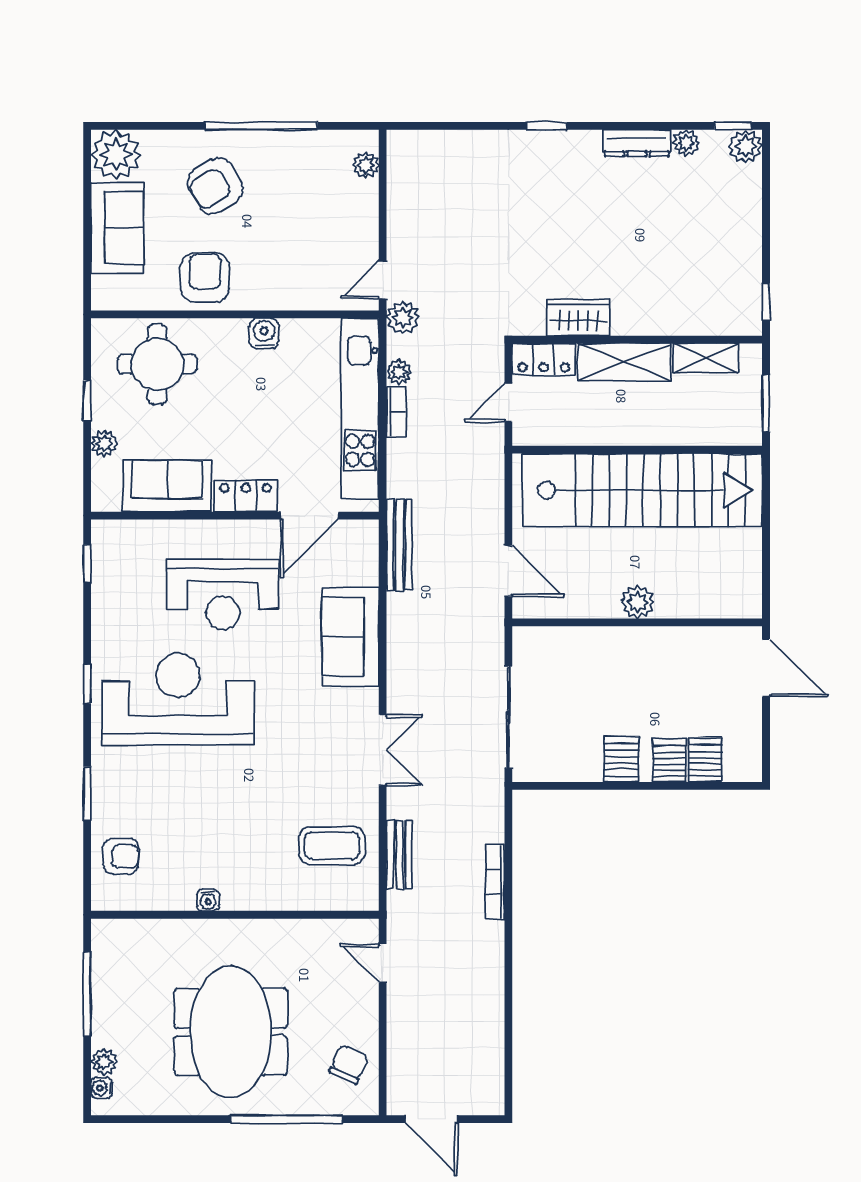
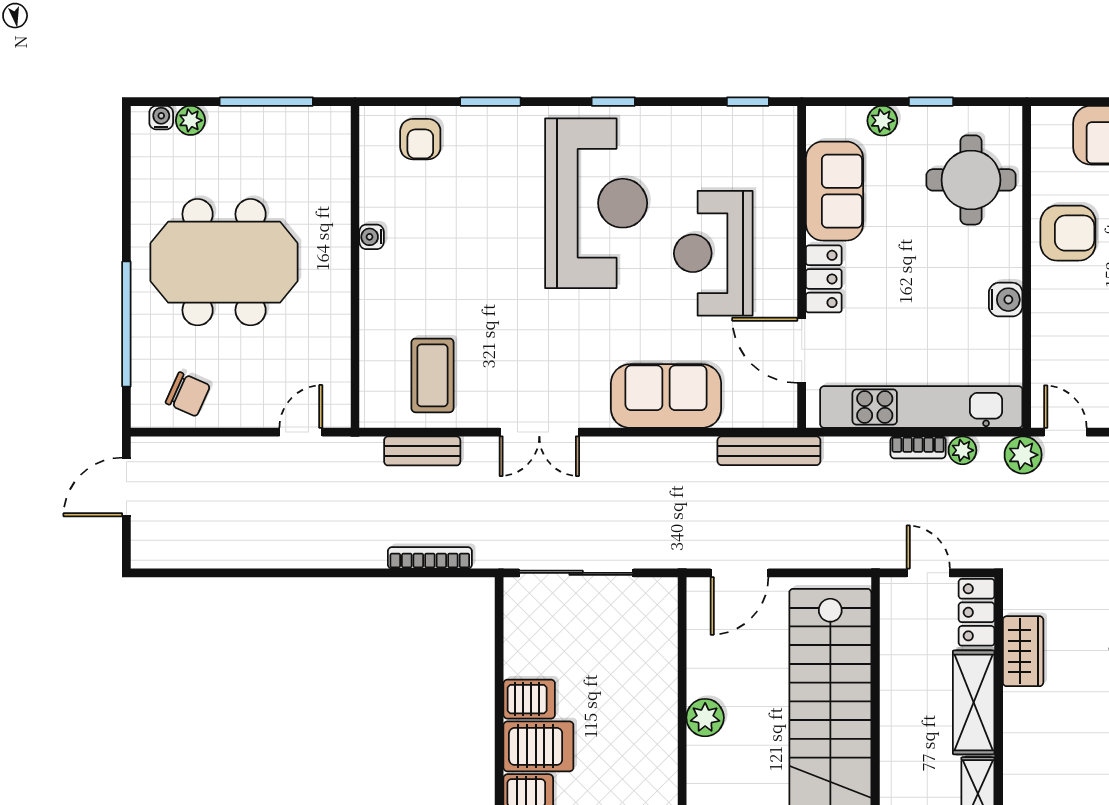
server rack: (669, 760) -> (538, 746), width x1.36, depth x1.44
bookcase: (495, 882) -> (430, 558), moved

